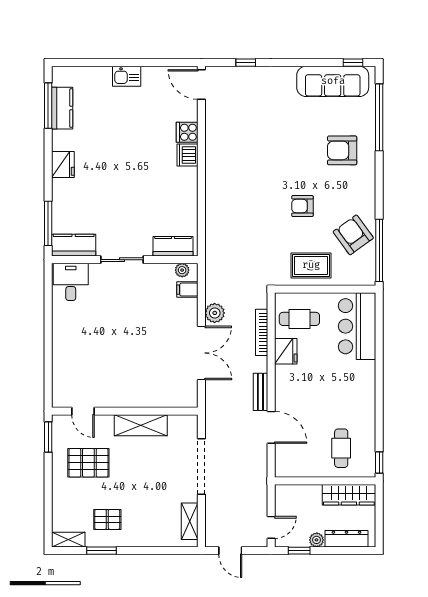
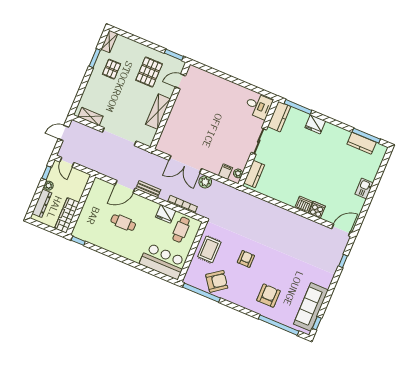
fridge: (63, 165) -> (315, 124), moved
cafe table: (341, 448) -> (123, 223), moved

